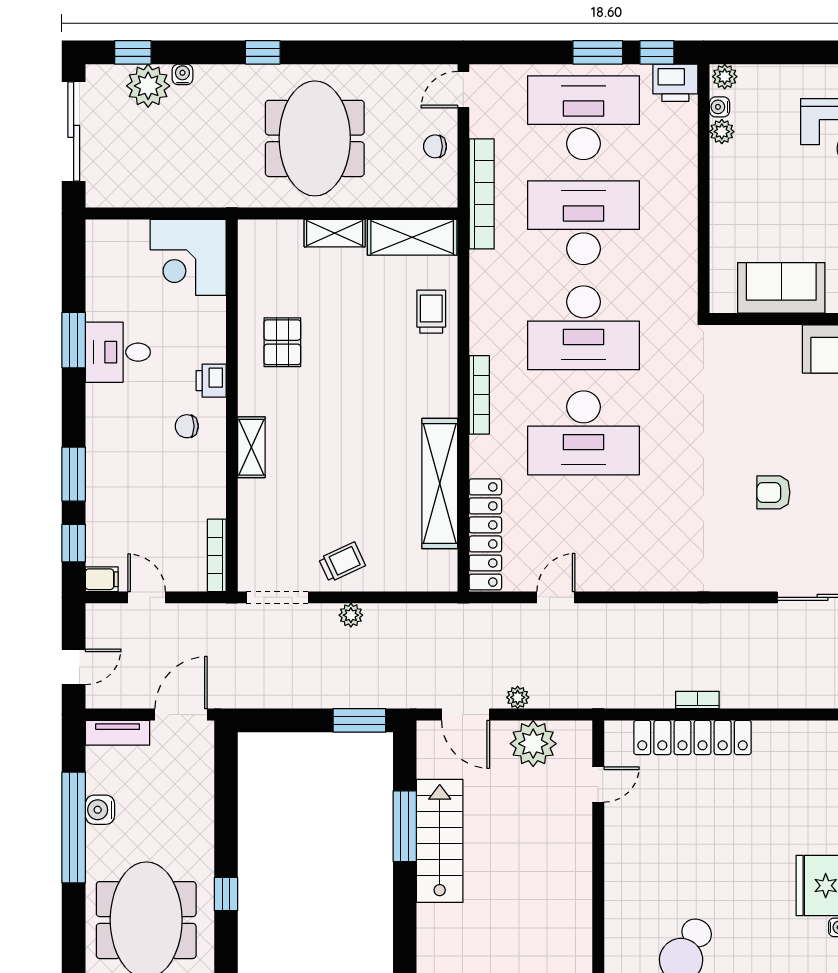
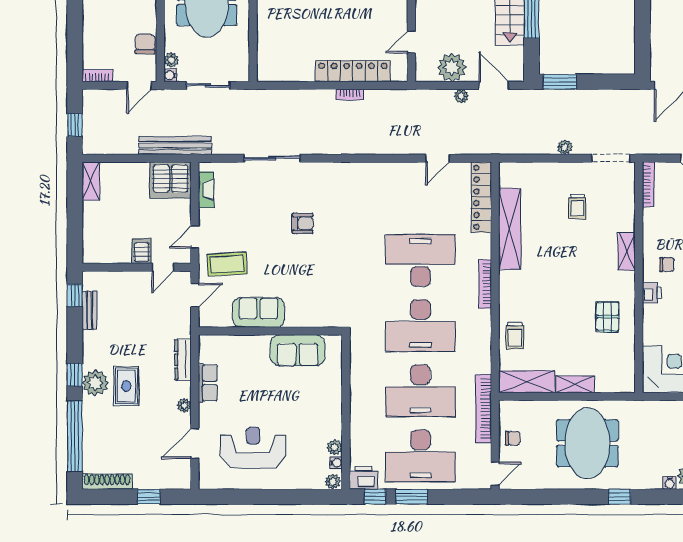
desk: (584, 328) -> (420, 326), turned 180
trolley: (342, 562) -> (577, 207), moved, turned -65

